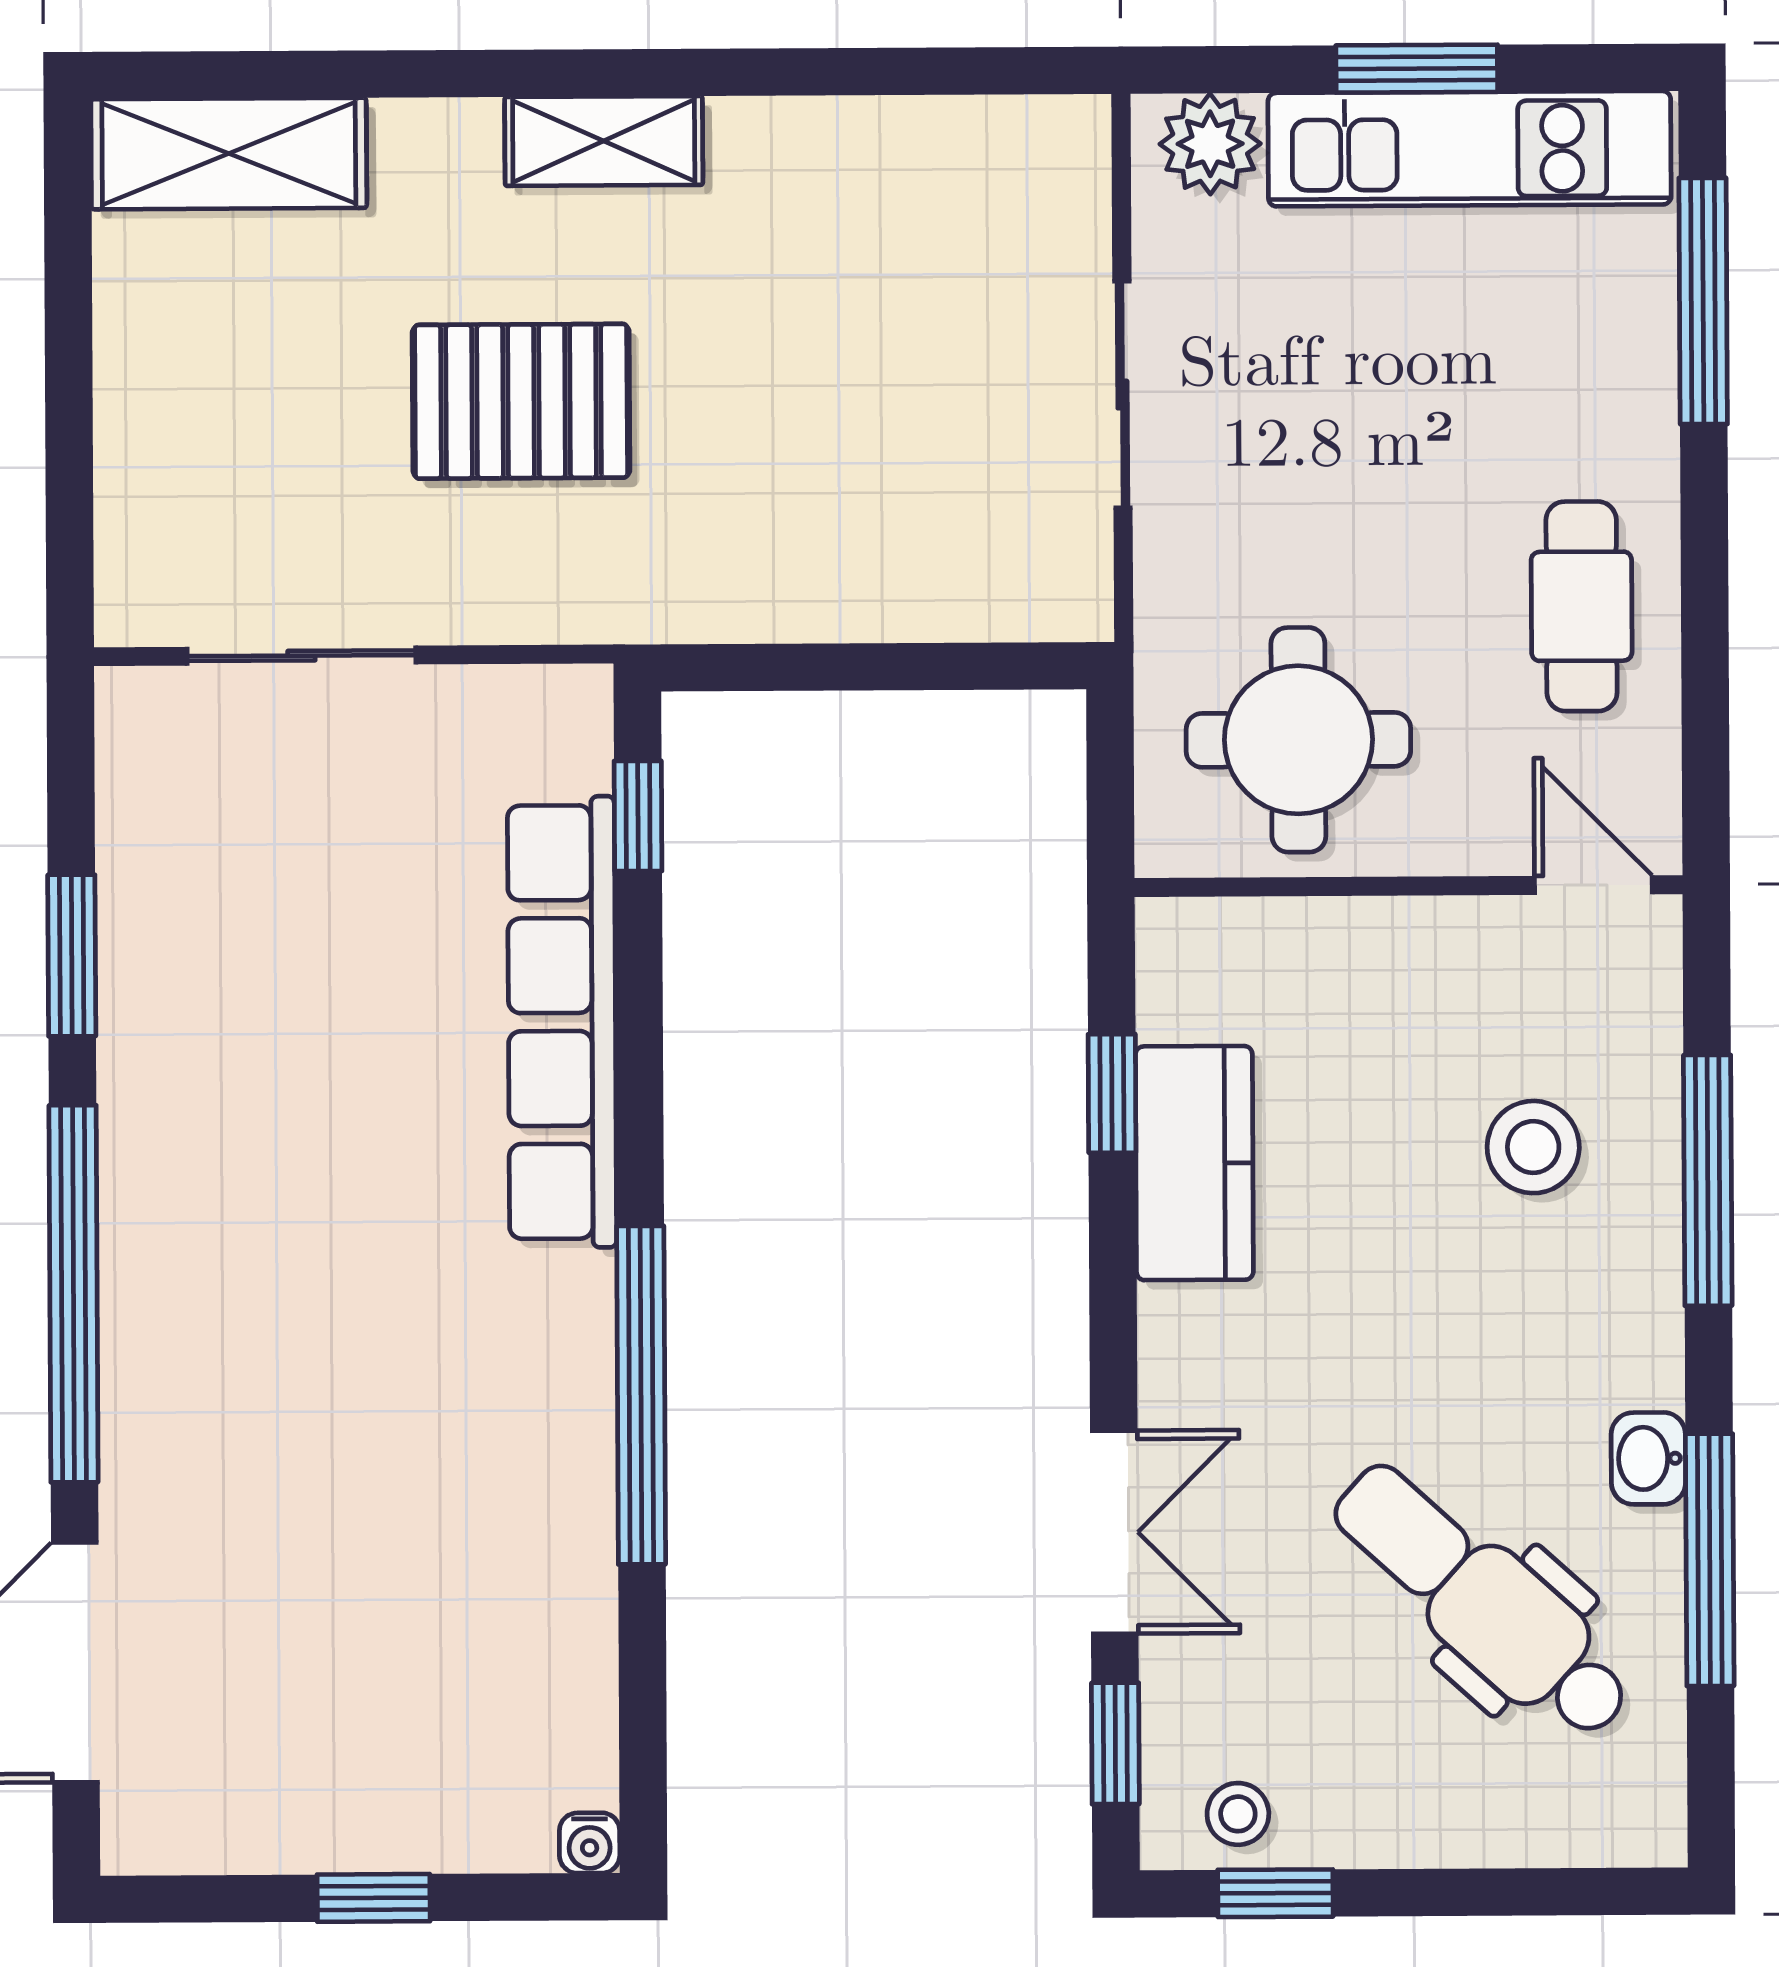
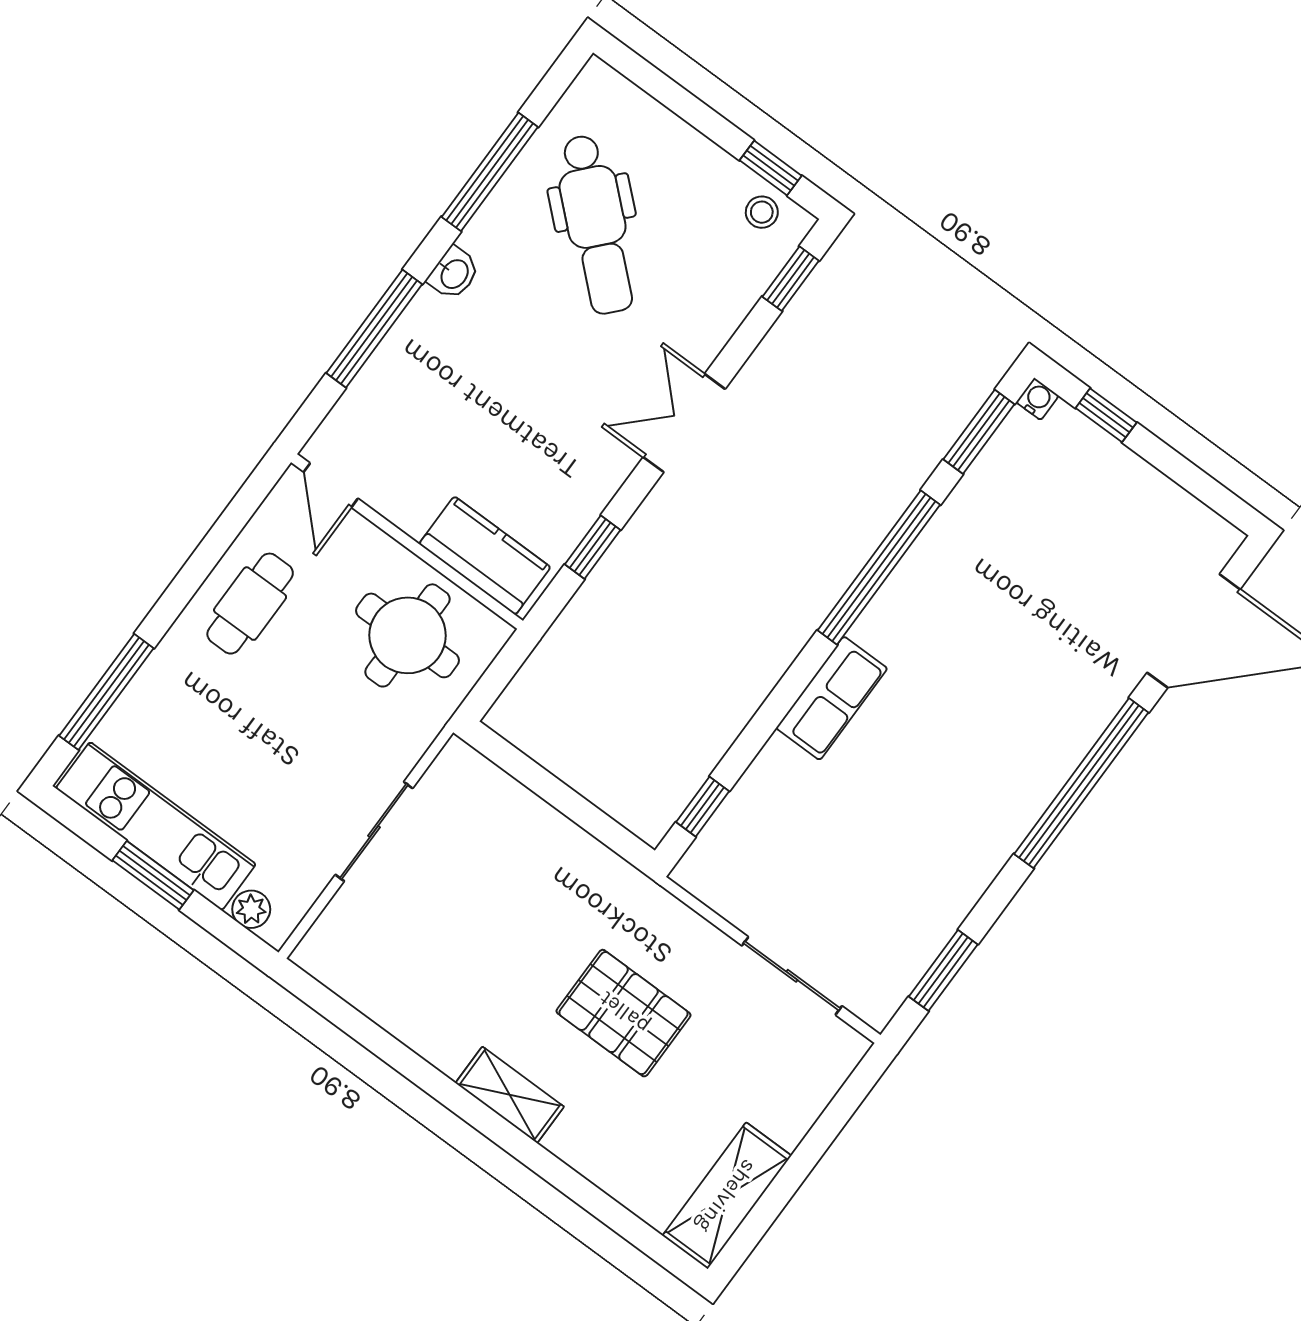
plant: (1210, 144) -> (251, 909), width x0.73, depth x0.73
shelving: (229, 154) -> (727, 1196), moved, turned 90
window: (72, 956) -> (943, 970), moved
row of seats: (562, 1022) -> (832, 698), width x0.50
stool: (1533, 1147) -> (436, 396), removed
kitchen counter: (1194, 1163) -> (485, 556), moved, turned 90
washbasin: (1648, 1458) -> (454, 273), moved
double door: (1114, 1532) -> (684, 423), moved
window: (643, 1724) -> (979, 432), added
window: (374, 1898) -> (1106, 415), moved

